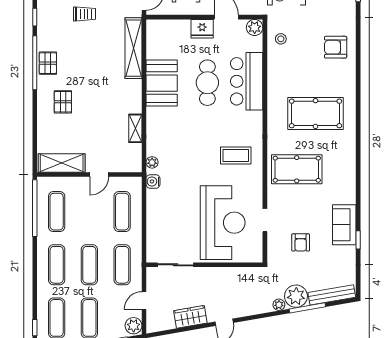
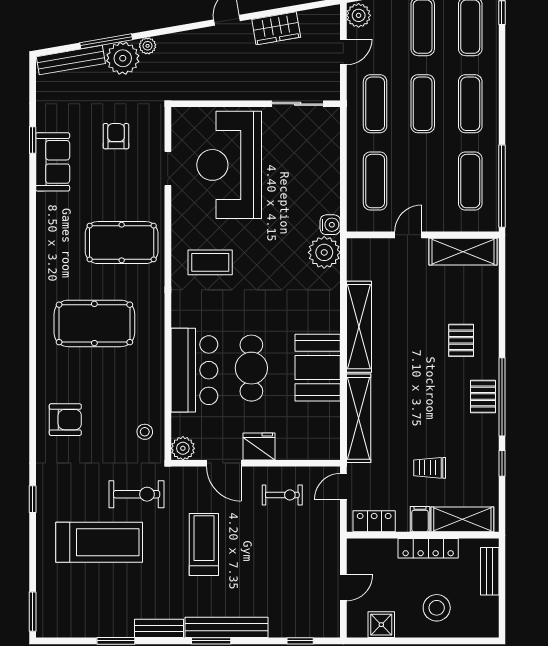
shelving: (135, 128) -> (359, 327), width x2.20, depth x1.33
plant: (152, 162) -> (324, 252), width x1.88, depth x1.88

